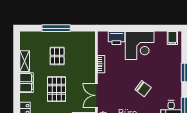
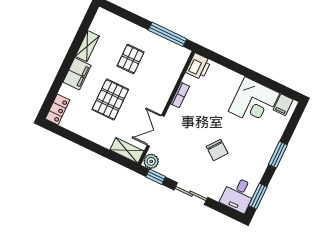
window: (56, 28) -> (168, 34), moved
printer: (116, 38) -> (198, 66), moved, turned -90
corner desk: (140, 45) -> (254, 102), moved

